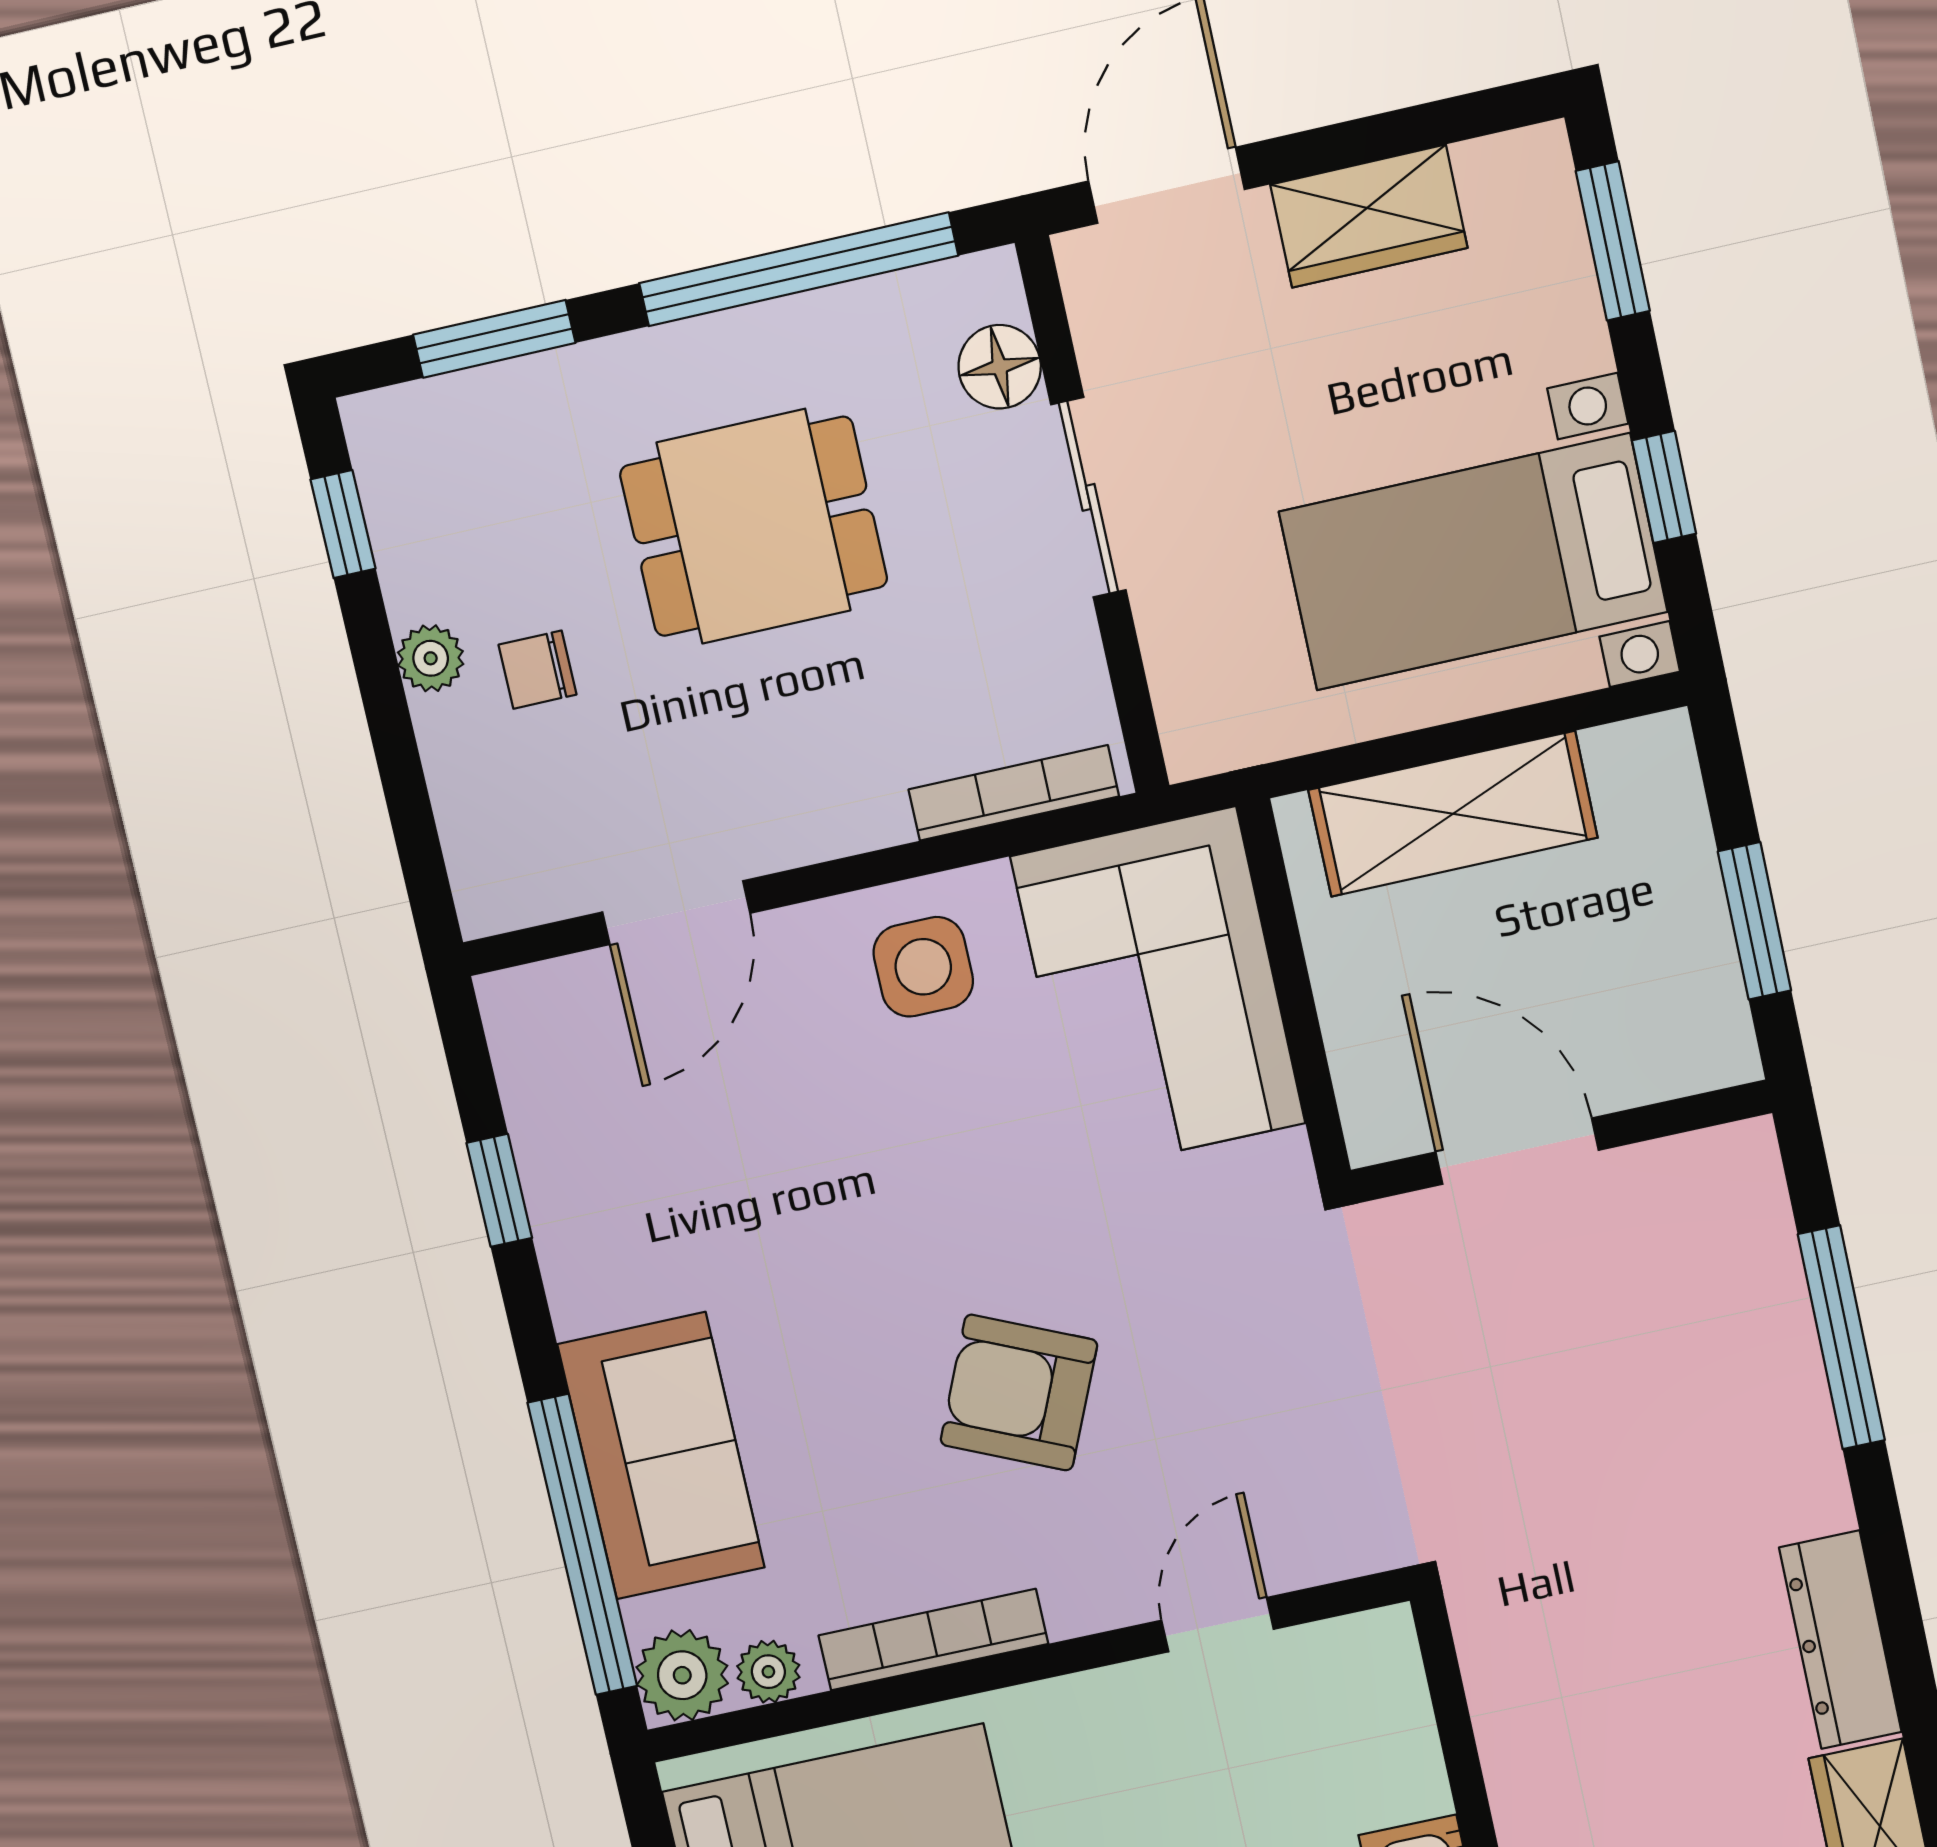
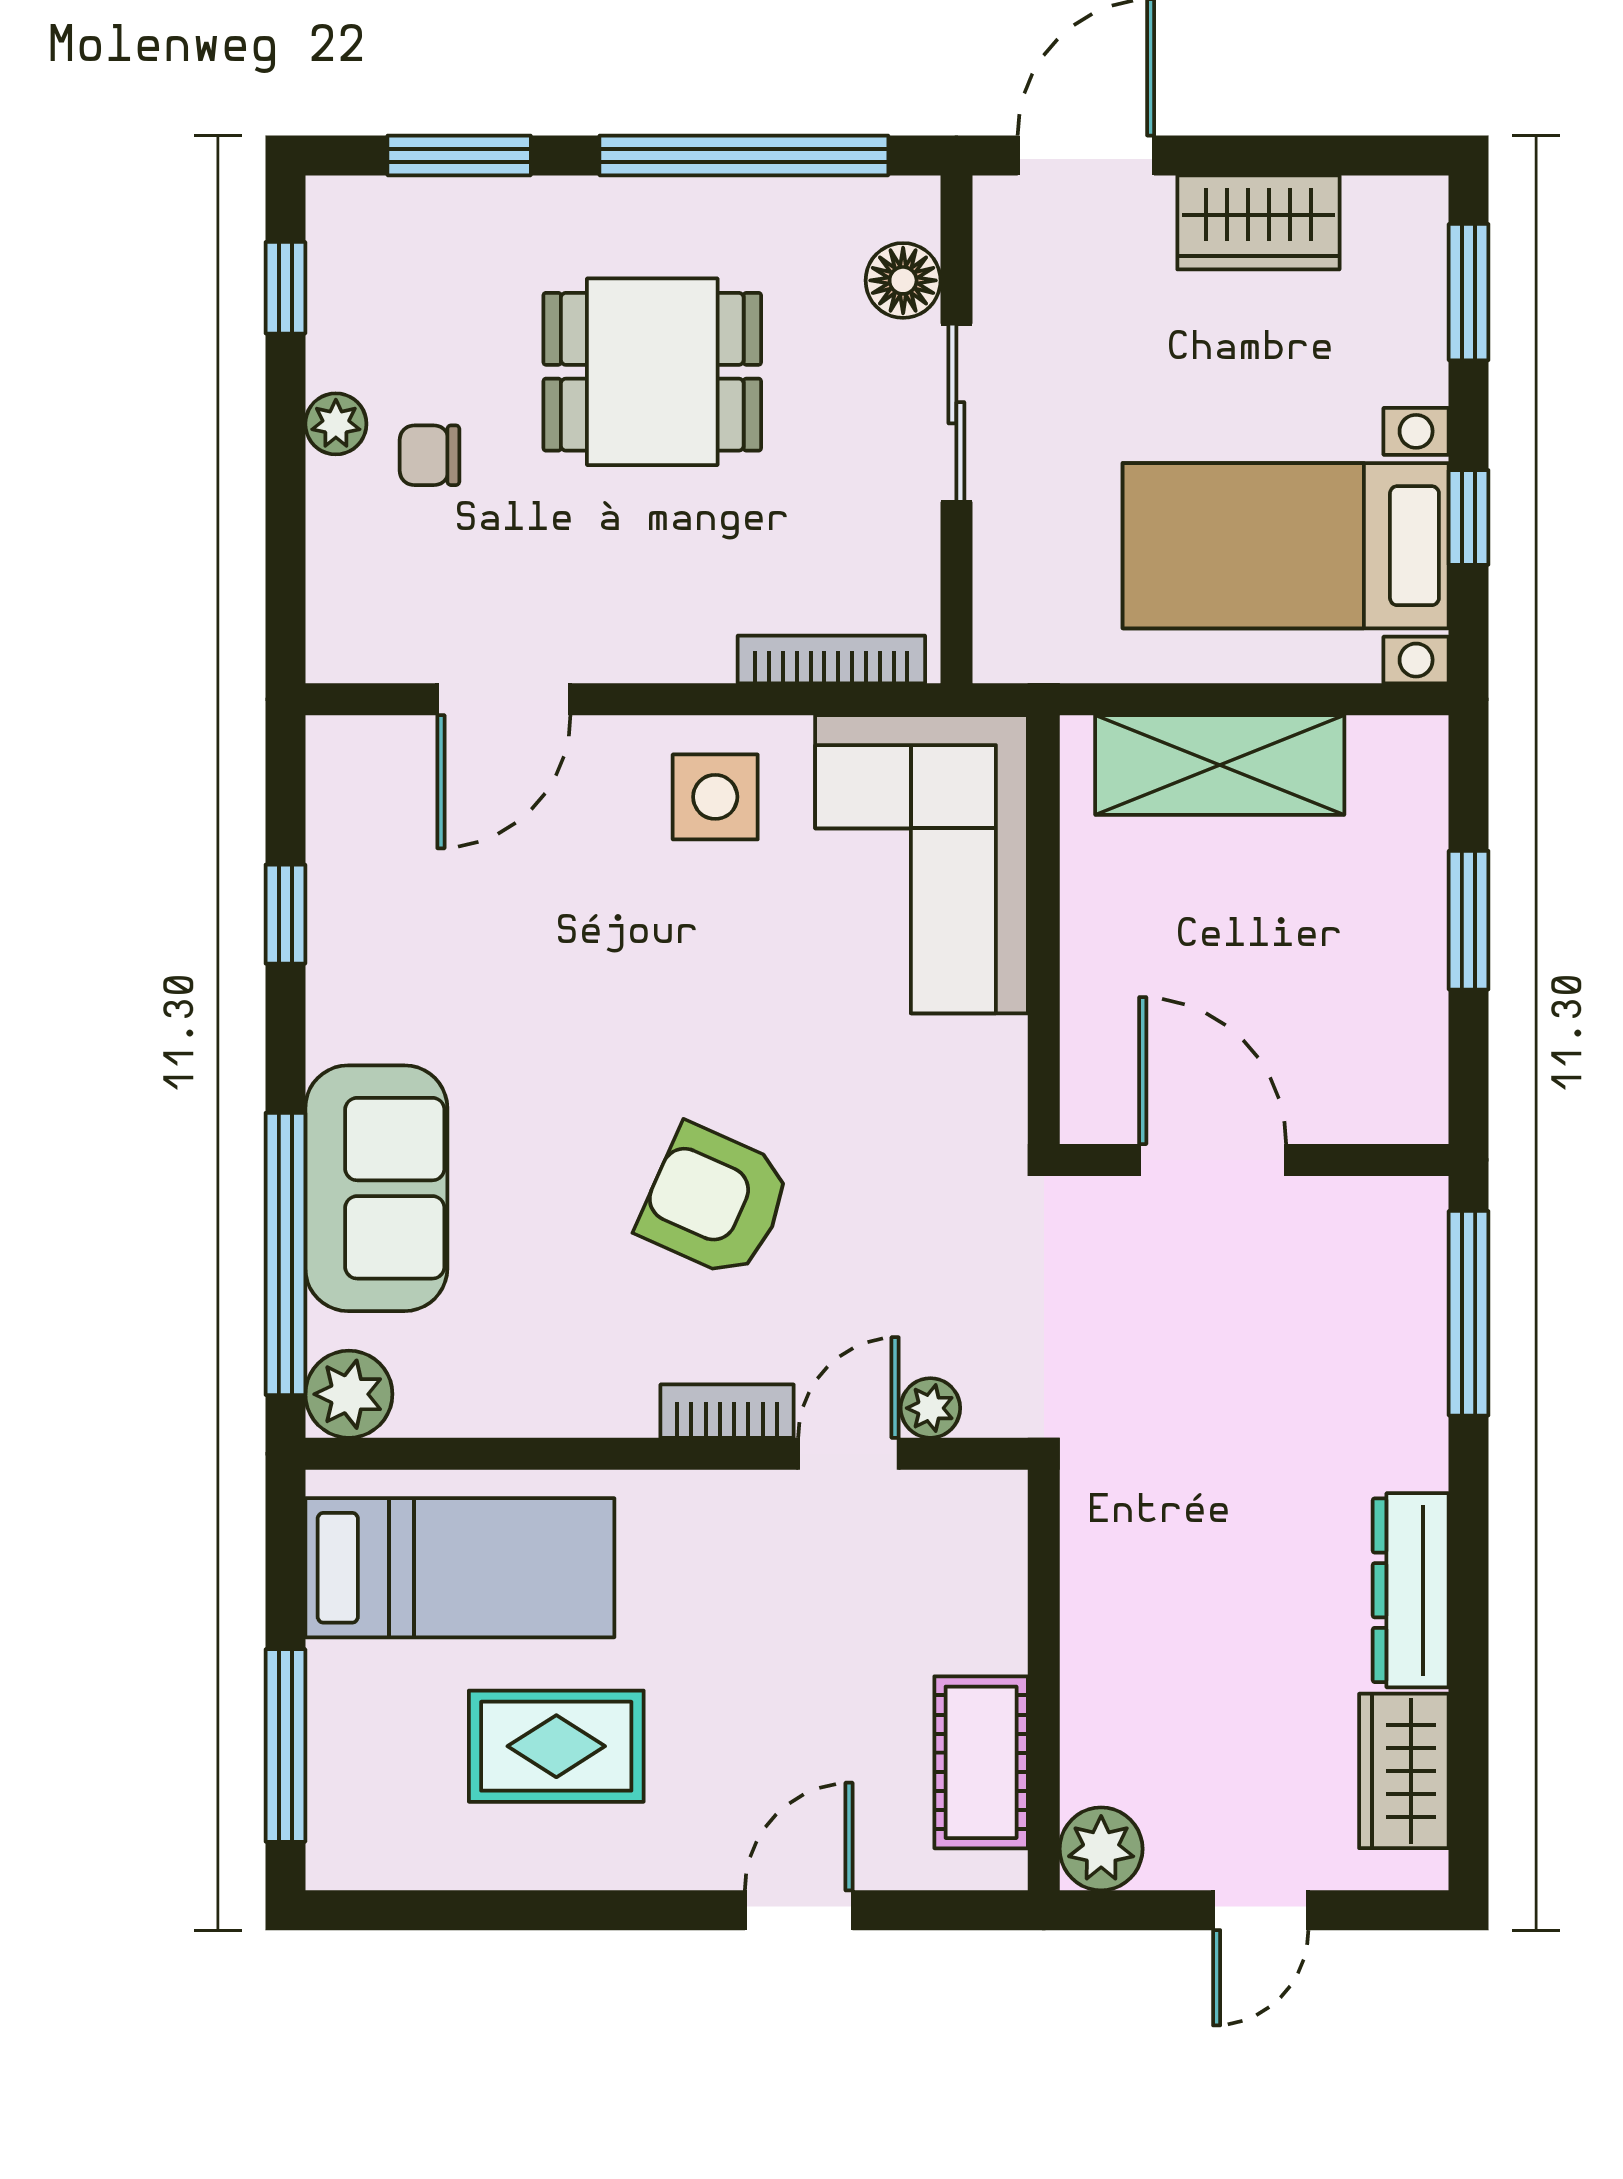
wall: (1561, 1142) -> (1254, 1160), moved
door: (1517, 1151) -> (1213, 1160), moved
bookcase: (933, 1640) -> (727, 1411), moved, width x0.64
plant: (768, 1672) -> (930, 1408), moved

